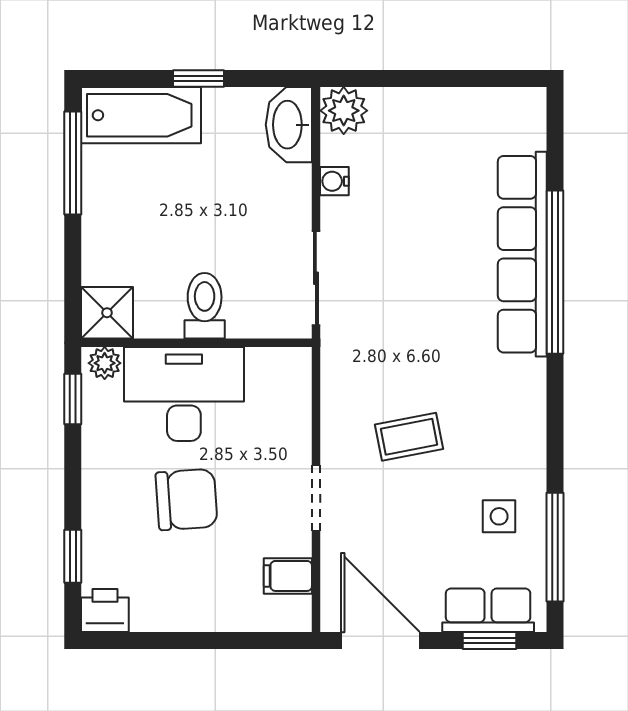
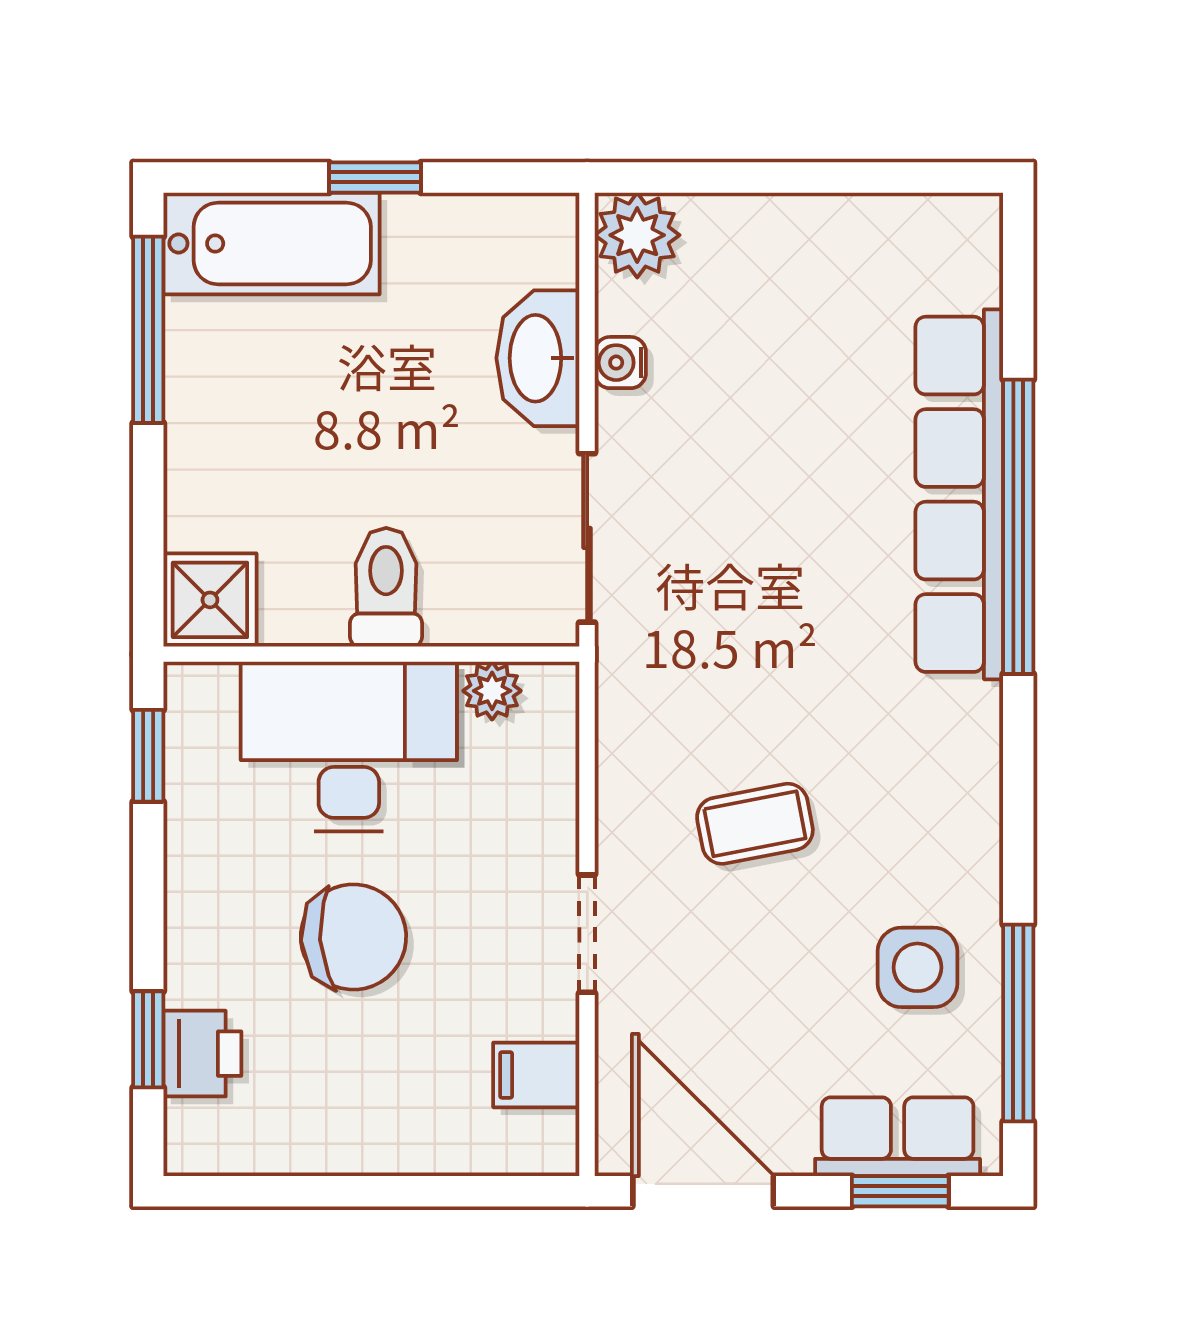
washbasin: (289, 125) -> (538, 358), moved
plant: (105, 363) -> (492, 691), moved
side table: (499, 516) -> (917, 967), width x1.37, depth x1.37
printer: (105, 610) -> (202, 1054), moved, turned 90

